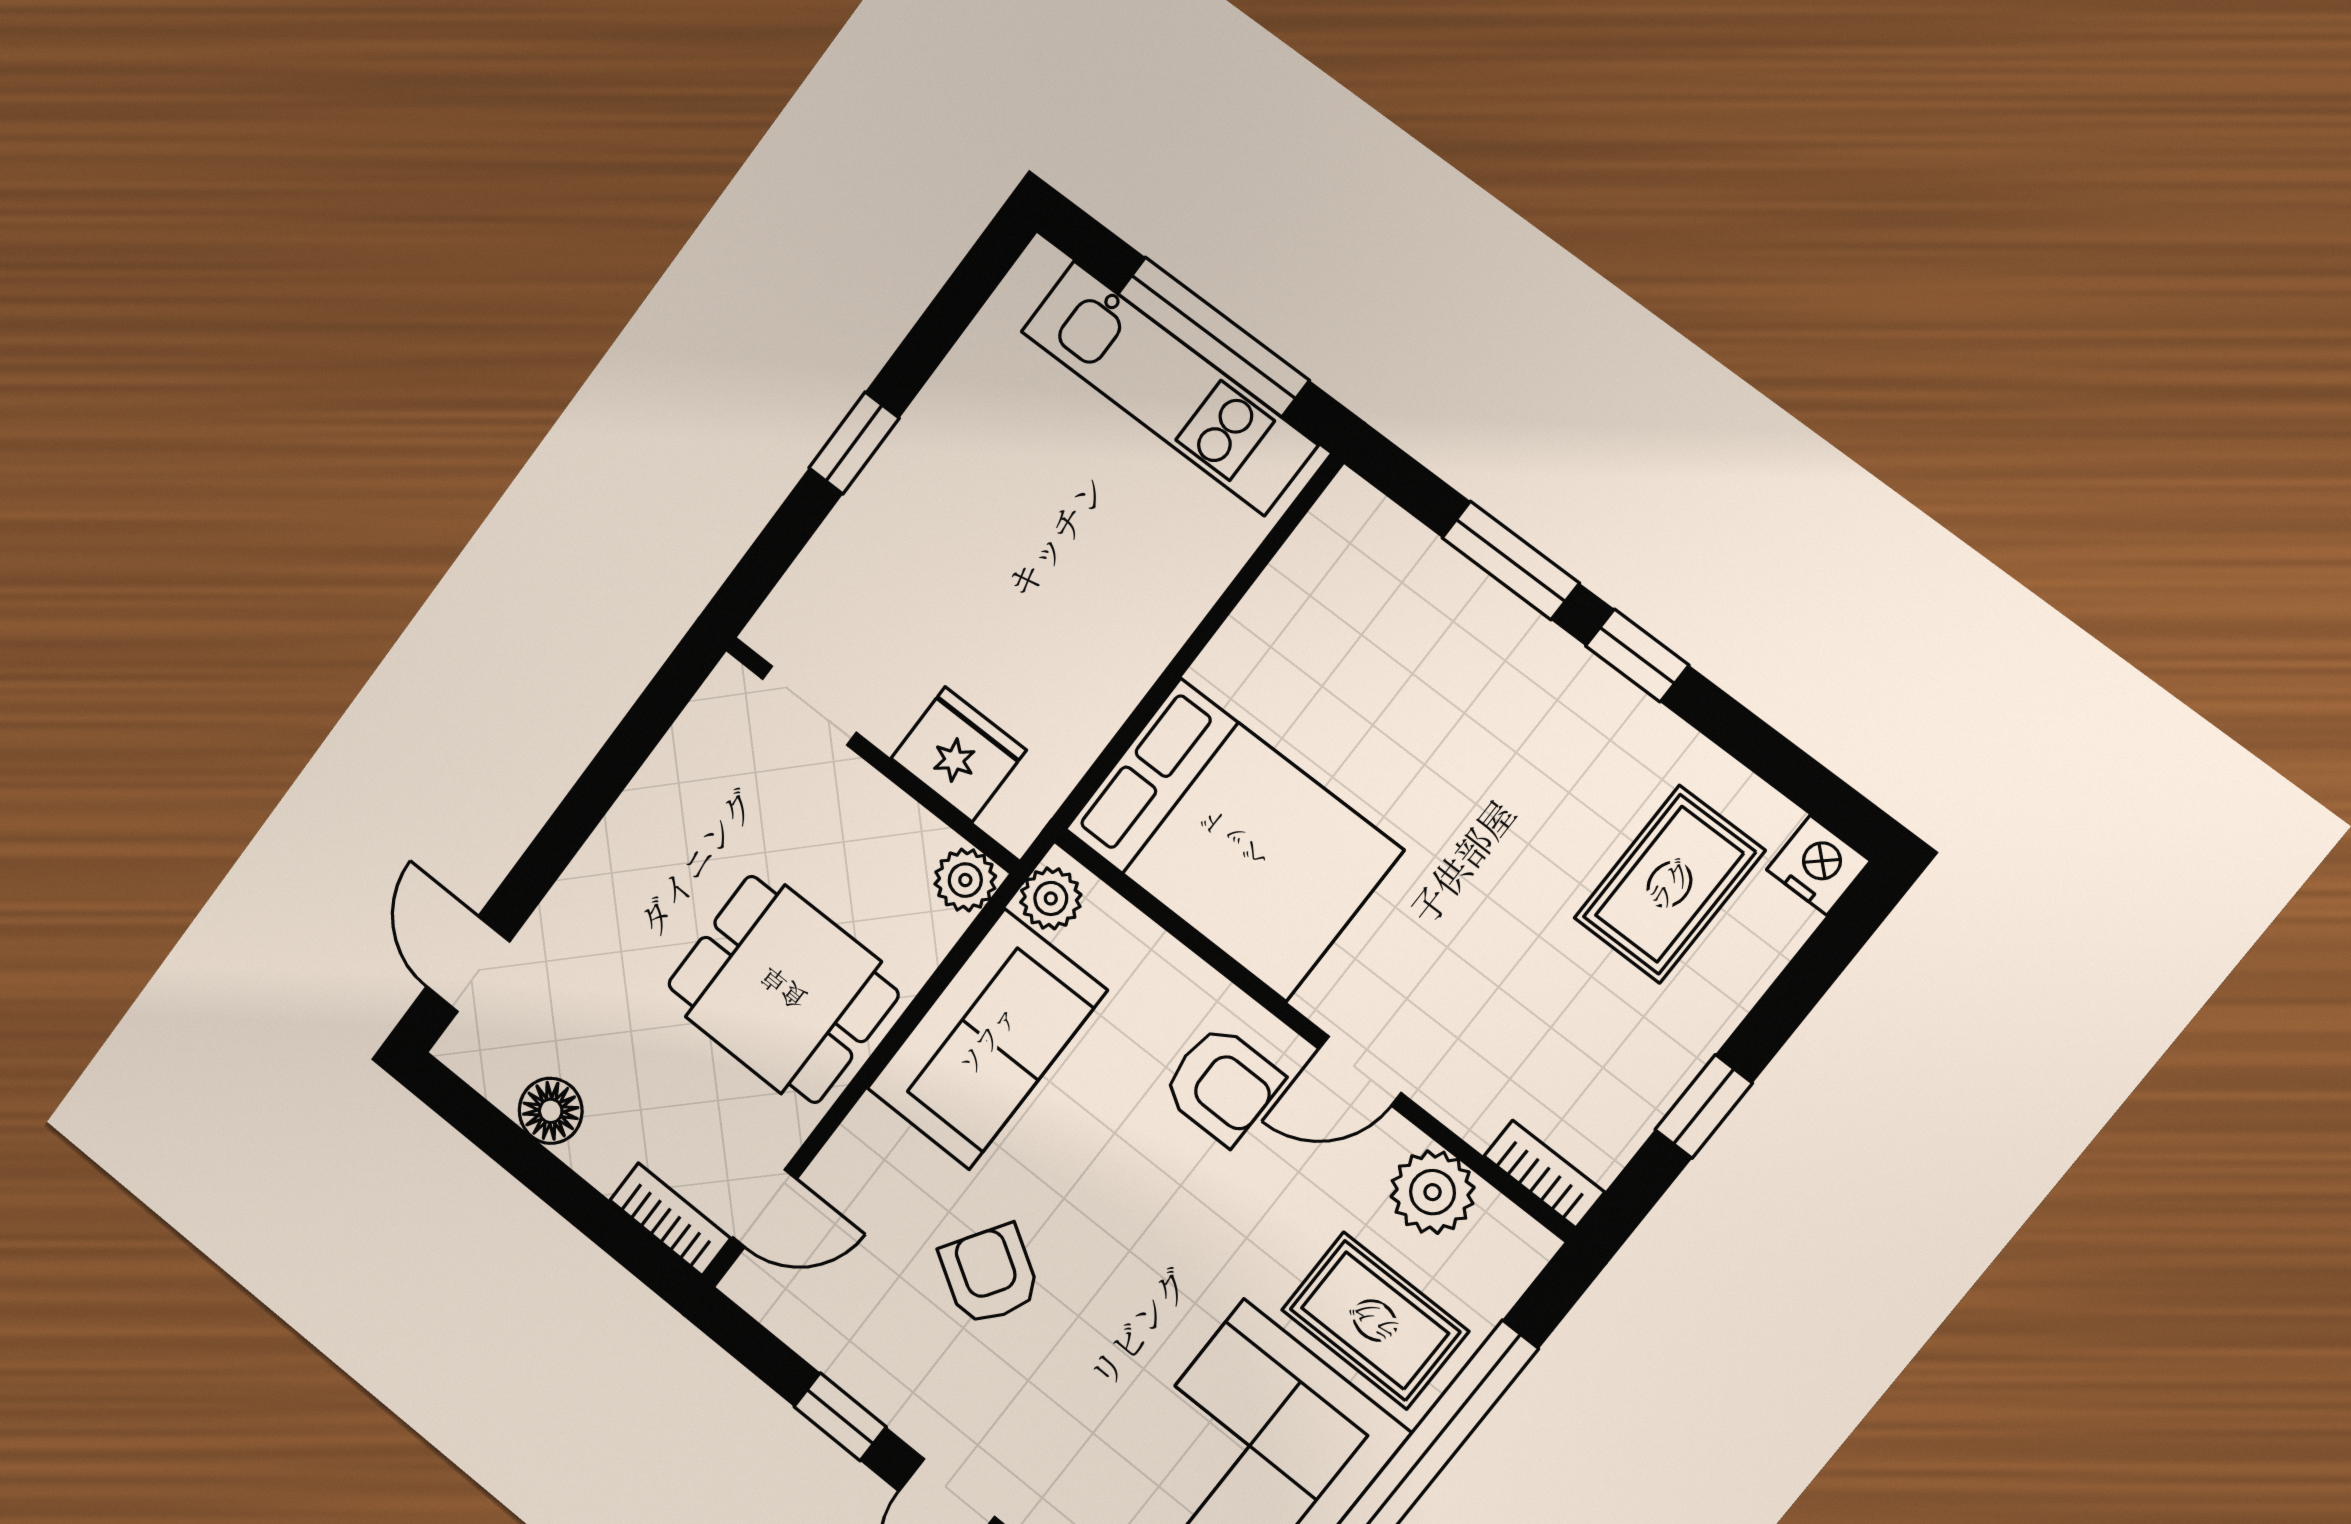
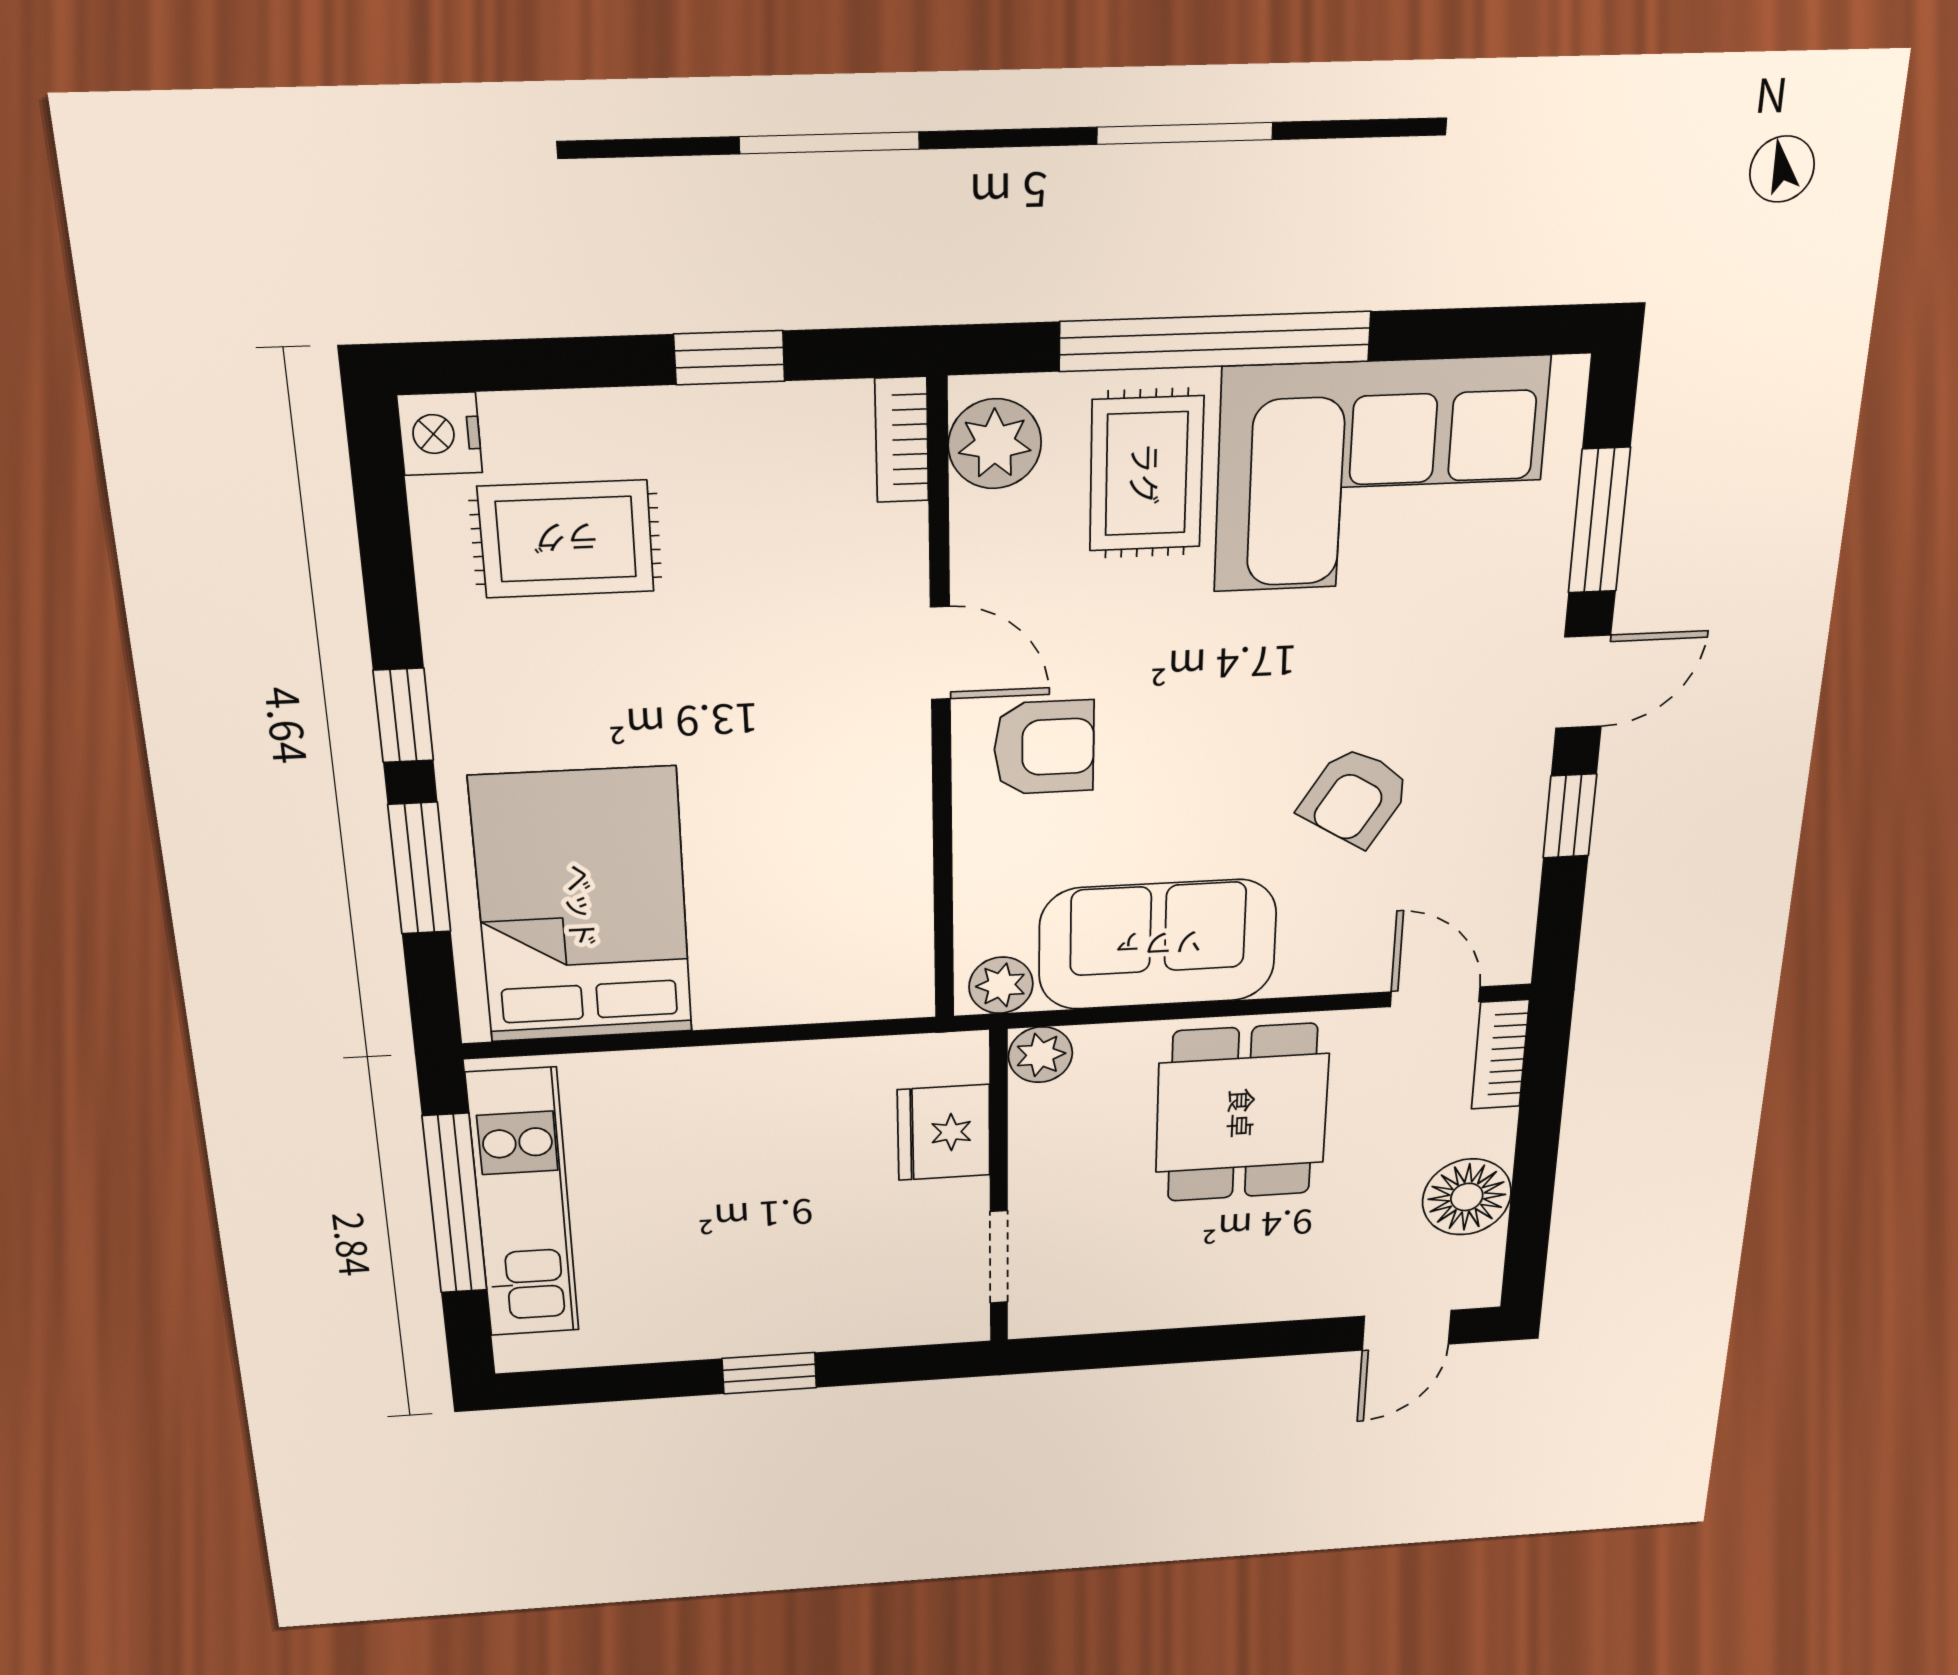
bed: (1233, 839) -> (582, 906), moved
armchair: (1222, 1085) -> (1044, 747), turned 90
floor lamp: (551, 1111) -> (1467, 1197), width x1.38, depth x1.38
plant: (1433, 1192) -> (995, 444), moved

